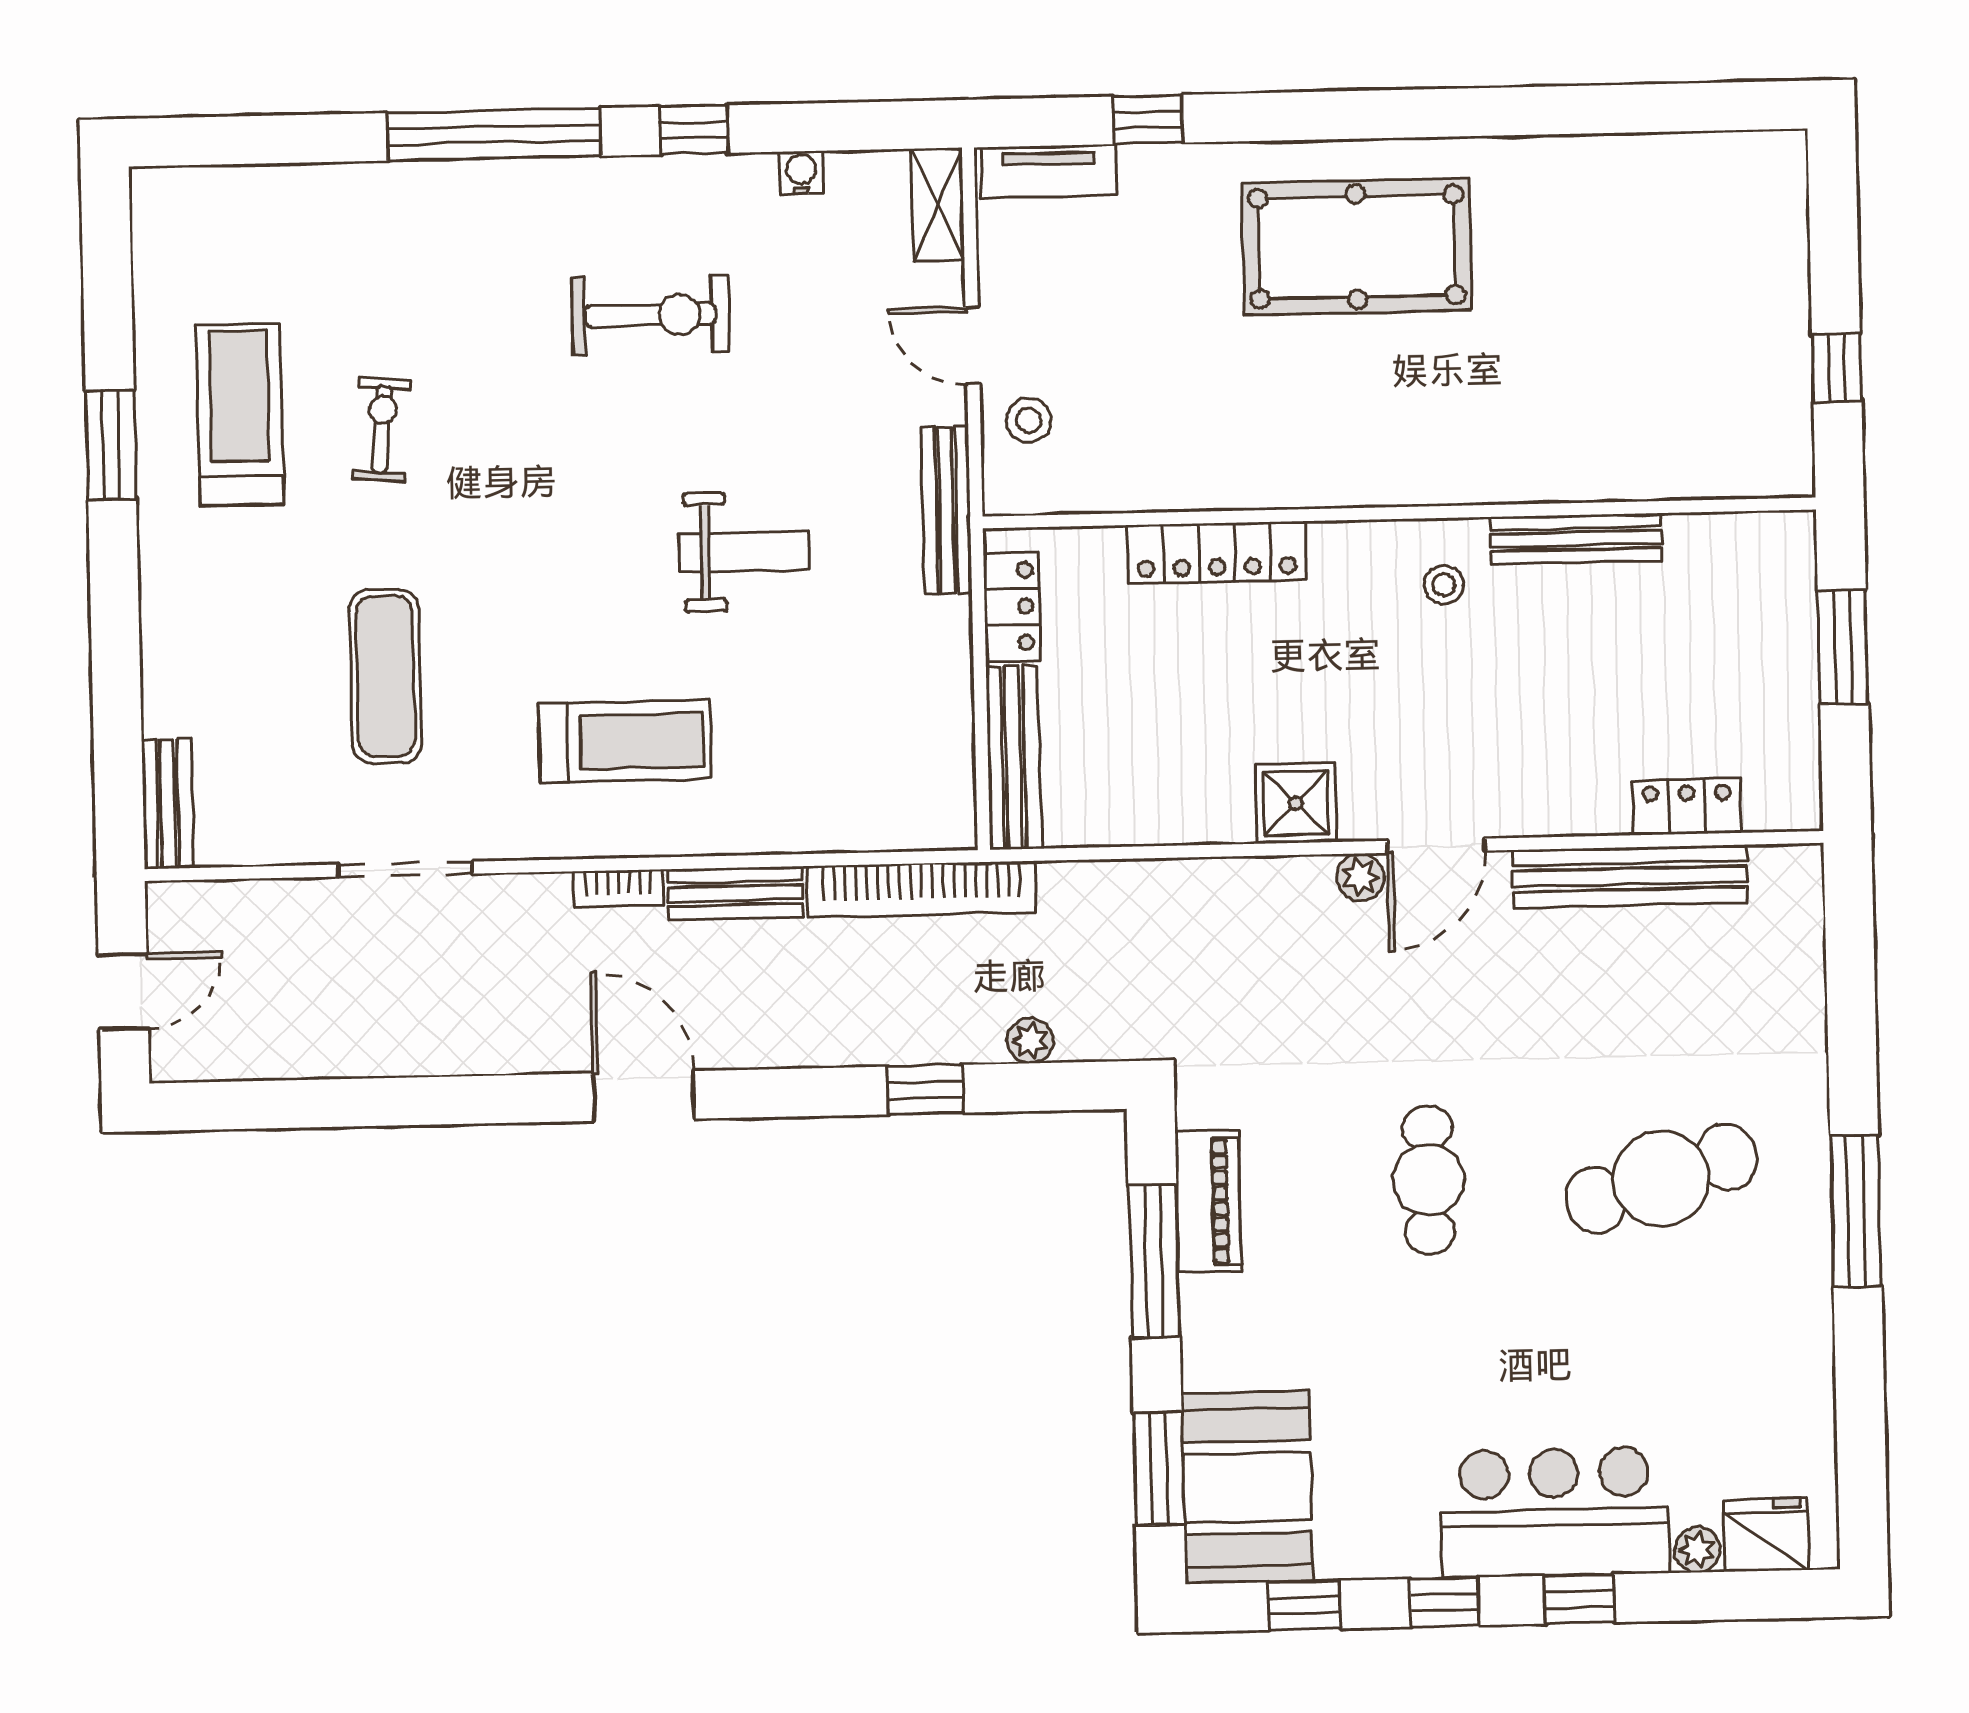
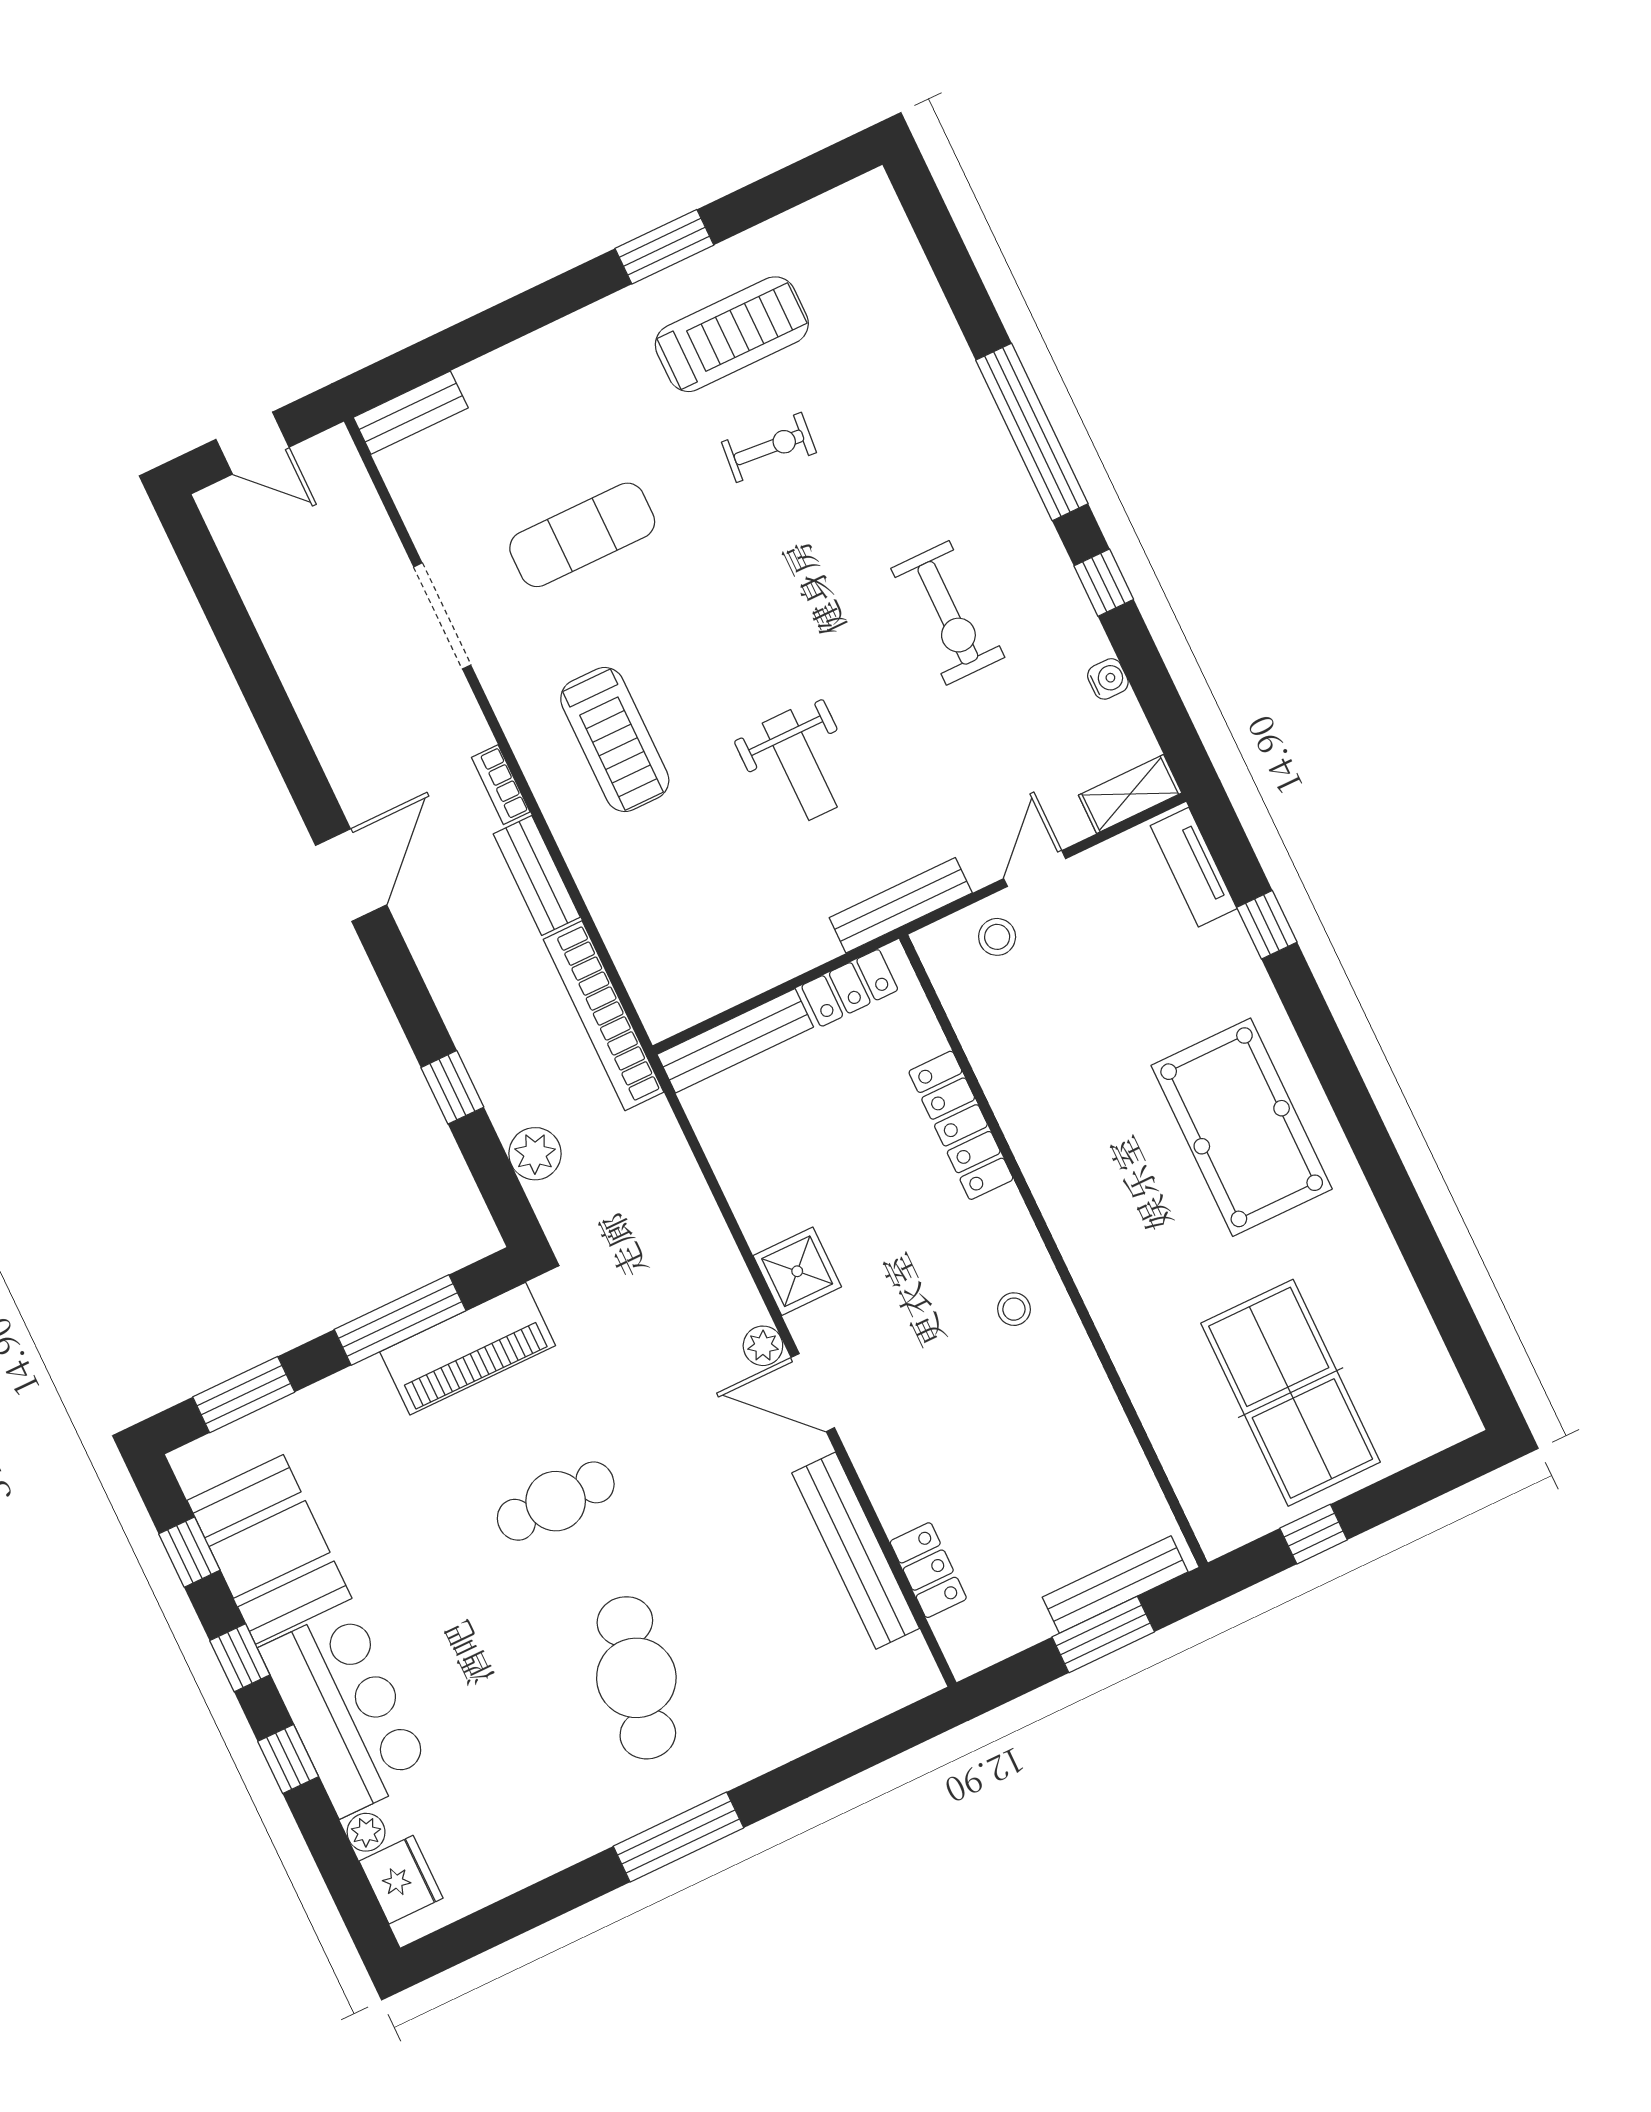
table tennis table: (1671, 324) -> (1291, 1393), added
bench: (1576, 539) -> (1115, 1585), moved, turned 90
plant: (1030, 1041) -> (535, 1154), width x1.38, depth x1.38
cafe table: (1661, 1179) -> (636, 1678), turned 31
piano: (1208, 1201) -> (468, 1349), width x1.37, depth x1.33
booth: (1247, 1487) -> (269, 1549), moved, turned 90

